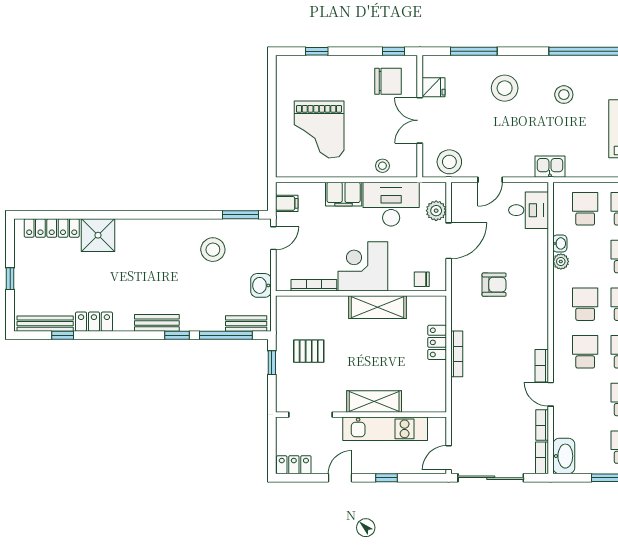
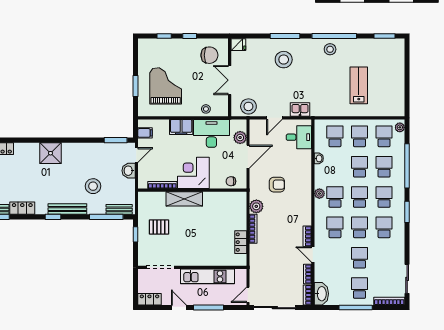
window: (393, 51) -> (190, 36), moved
window: (474, 51) -> (285, 36), moved
fridge: (433, 87) -> (238, 45), moved
stool: (564, 95) -> (330, 49), moved
grand piano: (319, 129) -> (166, 86), turned 180
window: (272, 130) -> (136, 86), added
kitchen sink: (550, 167) -> (300, 110), moved
shower: (98, 235) -> (51, 153), moved
stool: (213, 250) -> (93, 186), moved
plant: (561, 262) -> (319, 194), moved
washbasin: (261, 285) -> (129, 171), moved
shelving: (378, 307) -> (184, 199), moved
plant: (462, 319) -> (256, 206), added
bench: (157, 323) -> (67, 209), width x1.36
window: (177, 335) -> (53, 217), moved
locker: (437, 342) -> (241, 242), moved
shelving: (374, 401) -> (201, 259), removed
door: (340, 478) -> (179, 308), hinge flipped
window: (387, 478) -> (208, 308), width x2.17

